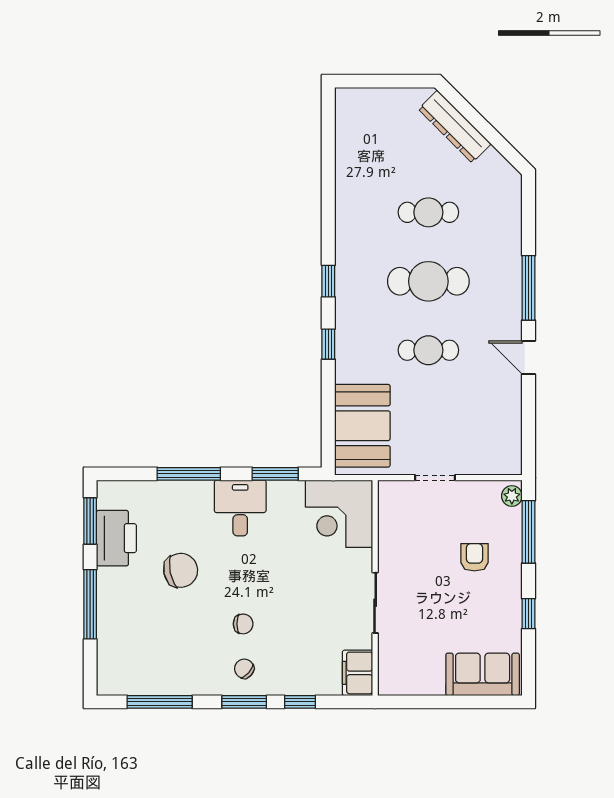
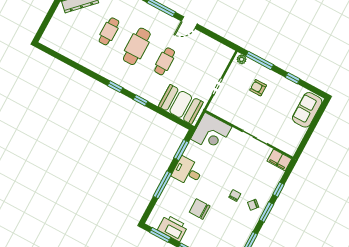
chair: (181, 570) -> (200, 209), turned -78

